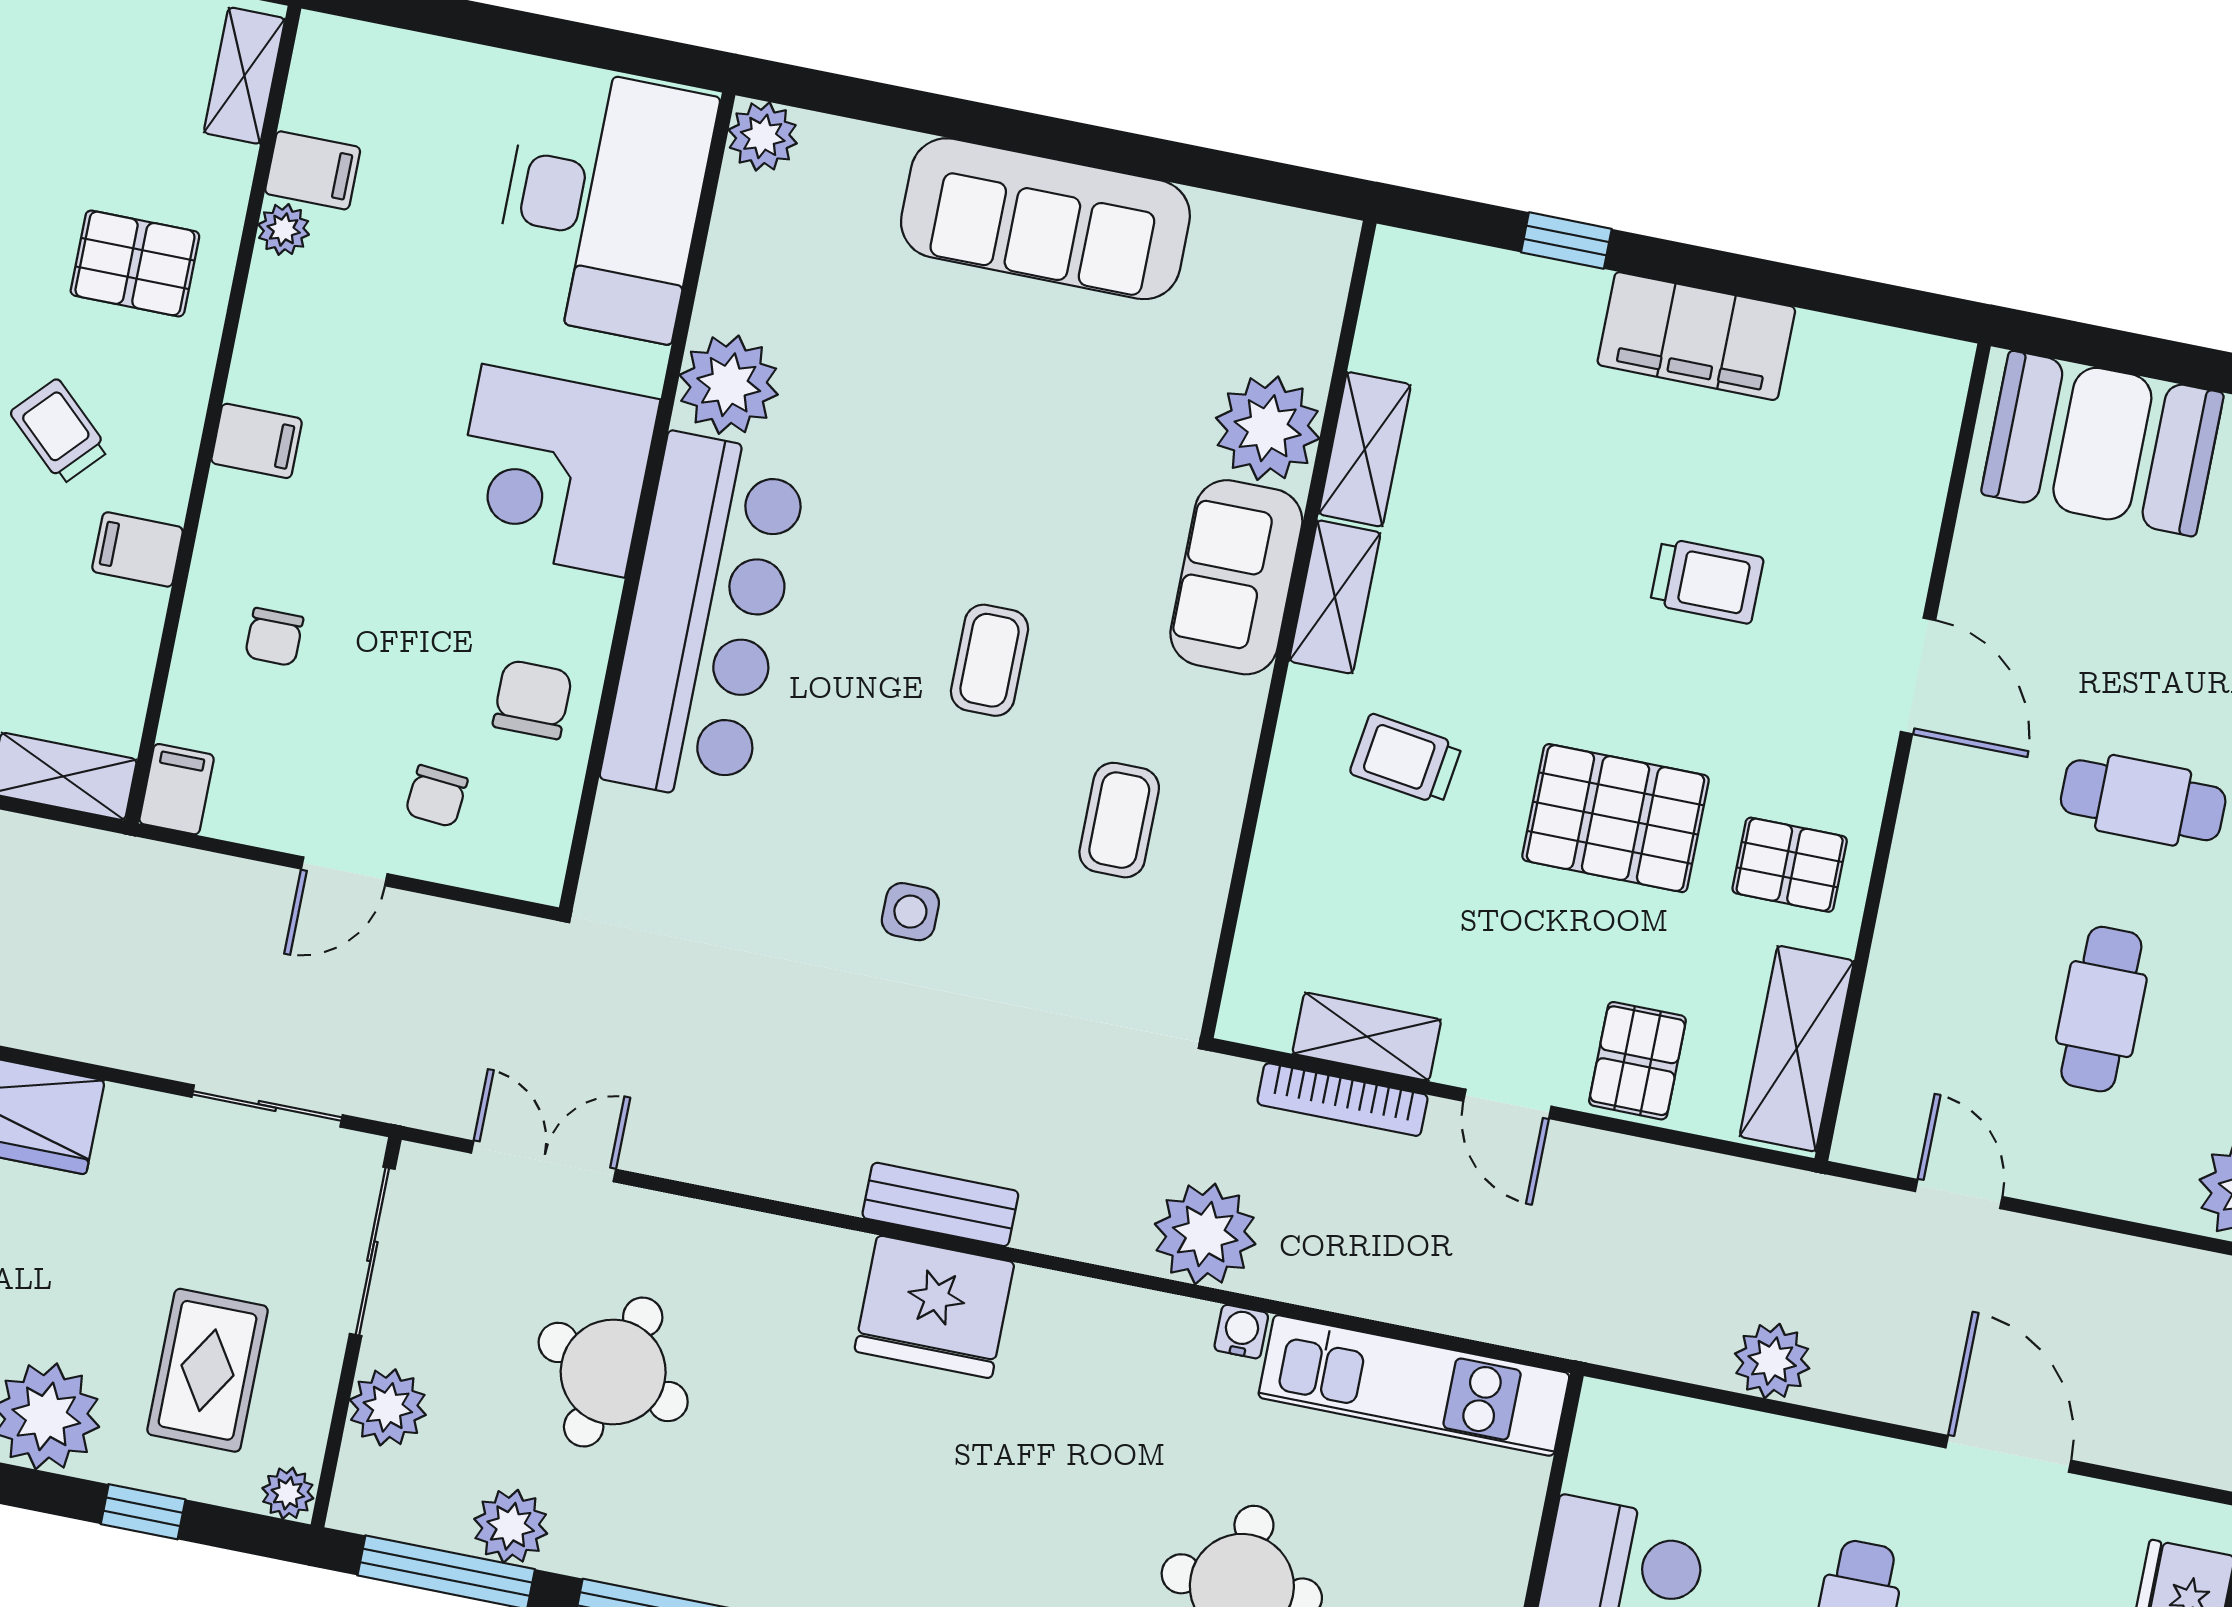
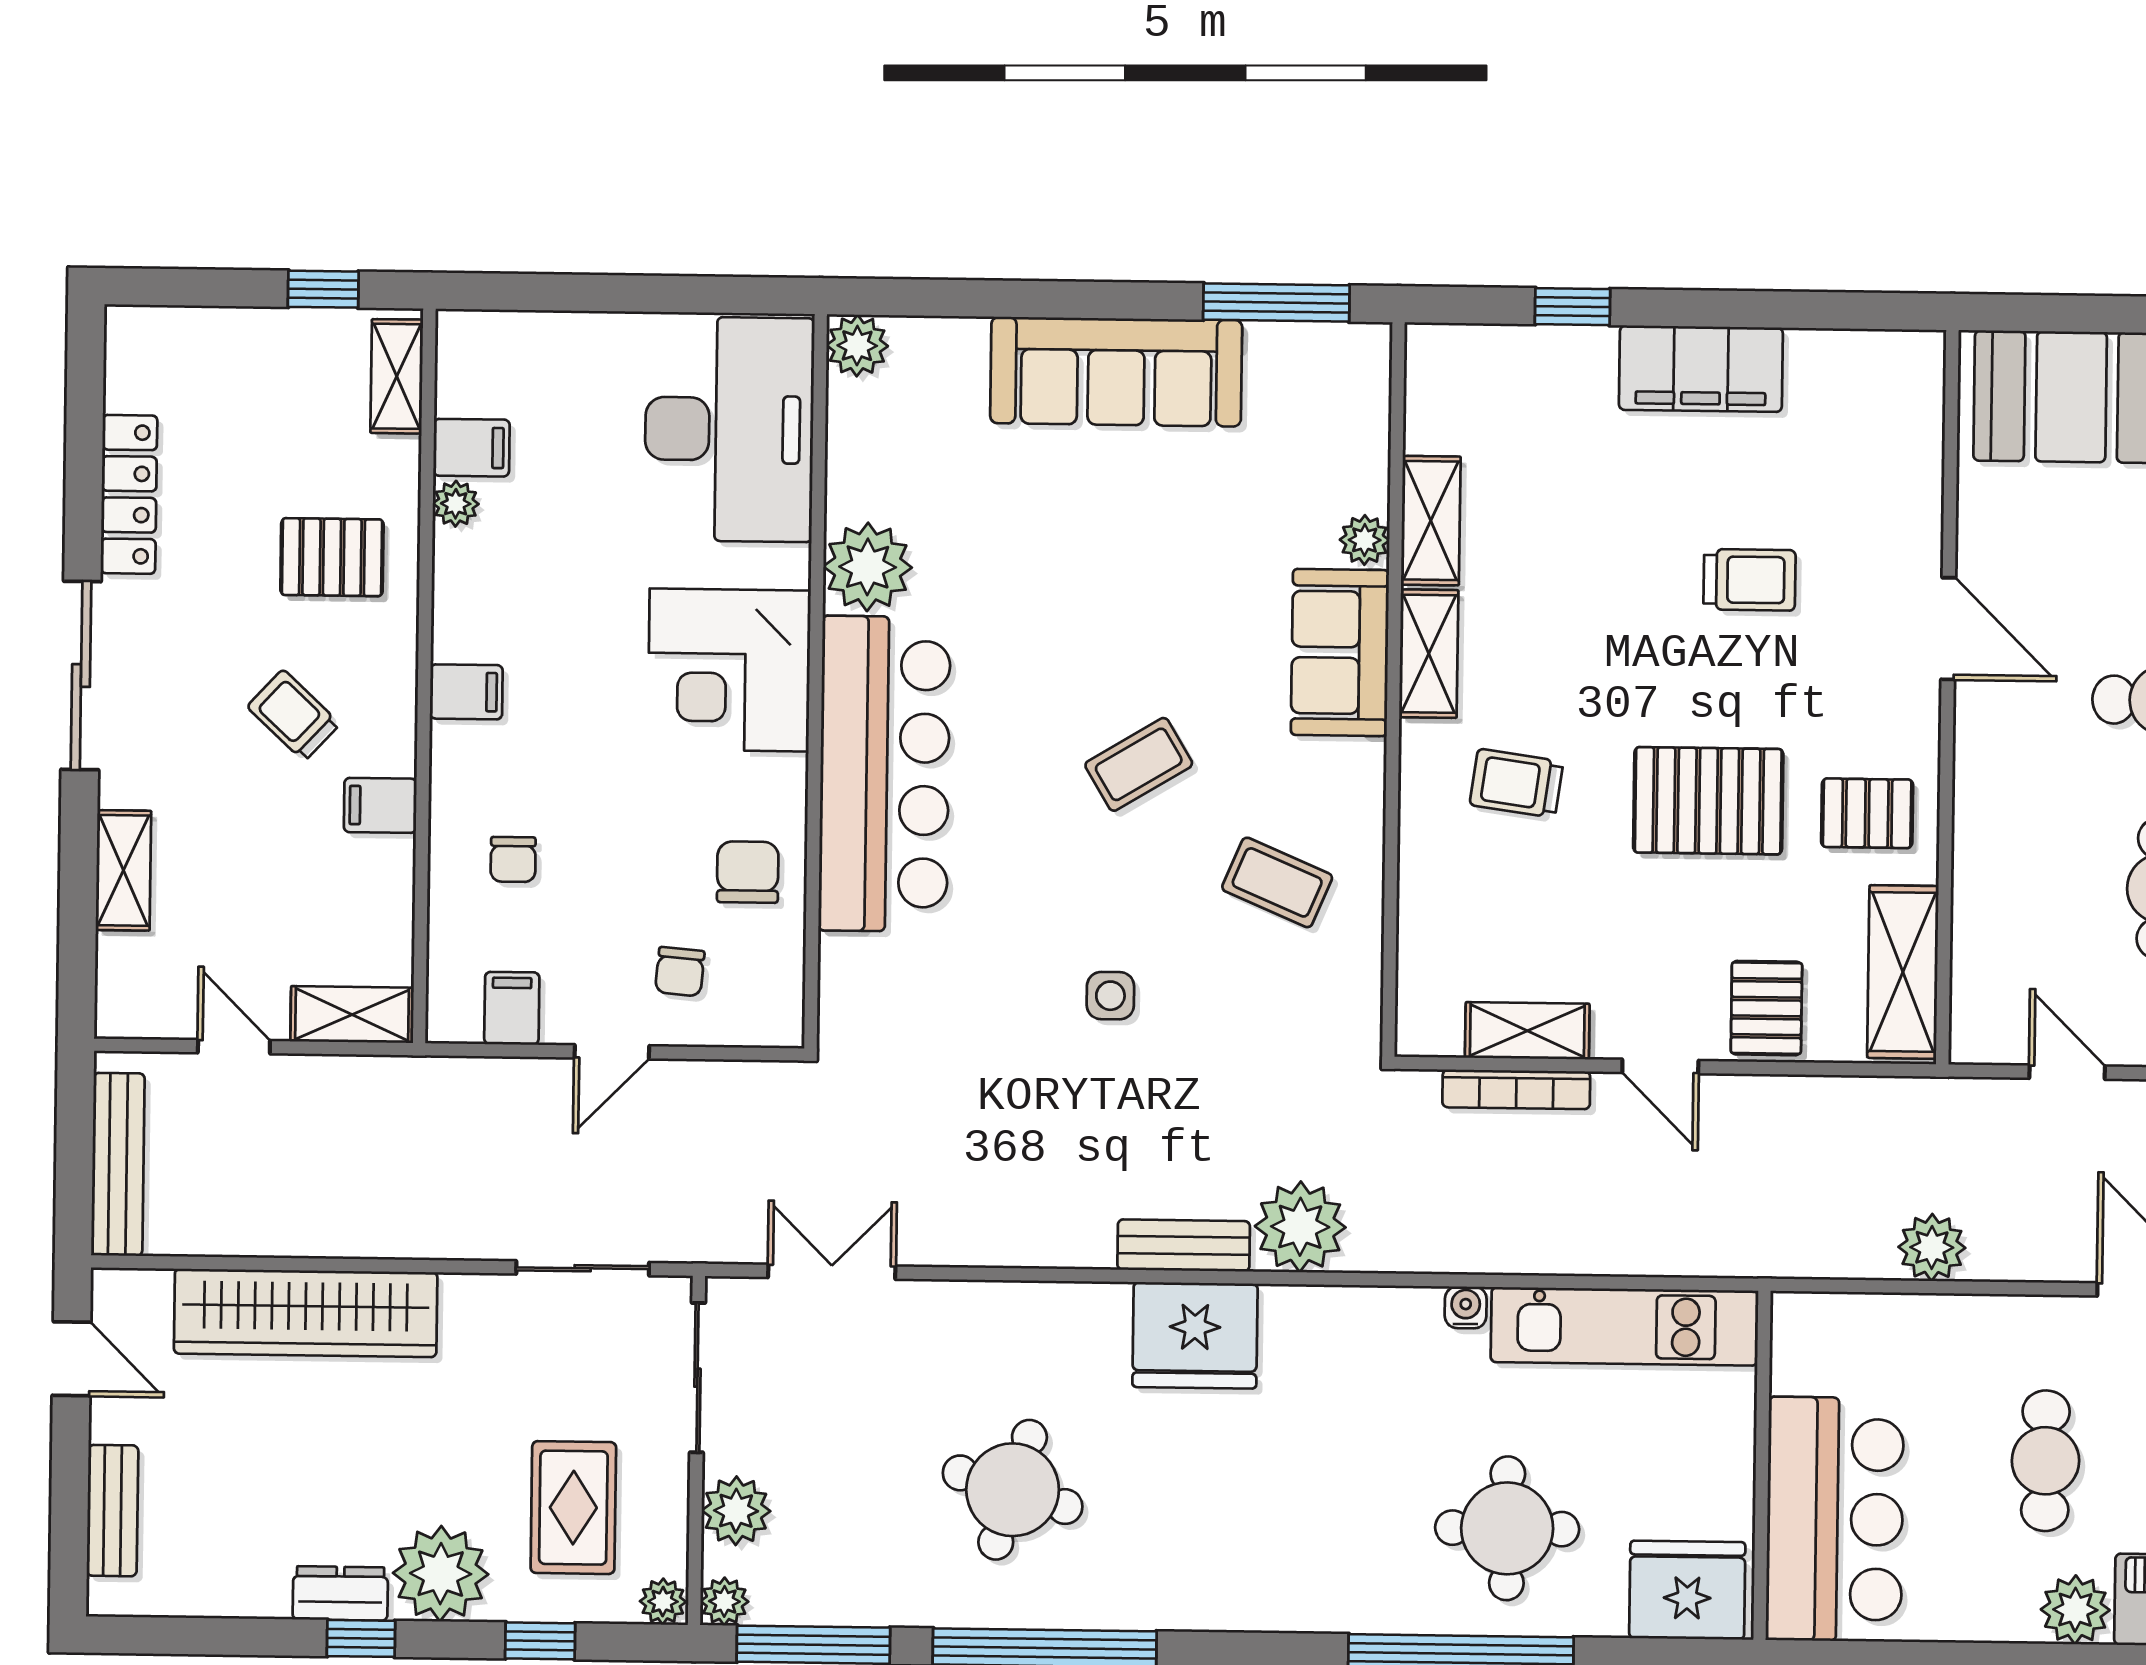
window: (1238, 175) -> (1276, 302), added
plant: (1268, 428) -> (1365, 540), width x0.53, depth x0.53
coffee table: (990, 660) -> (1139, 764), turned 59
filing cabinet: (177, 789) -> (512, 1008), moved
coffee table: (1119, 820) -> (1277, 882), turned -67
plant: (1205, 1234) -> (1300, 1227), moved
round table: (613, 1372) -> (1013, 1490), moved
plant: (511, 1526) -> (724, 1601), moved, width x0.73, depth x0.73

